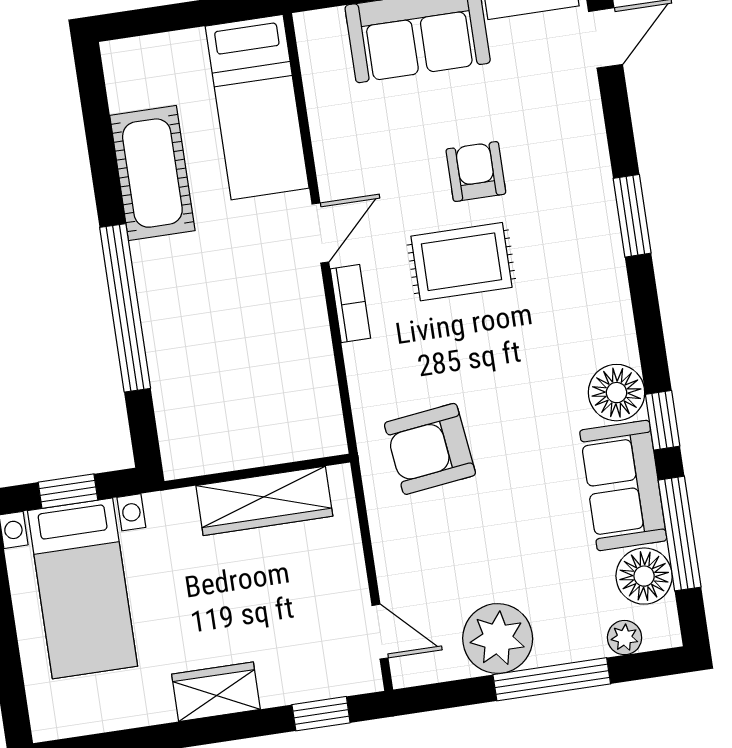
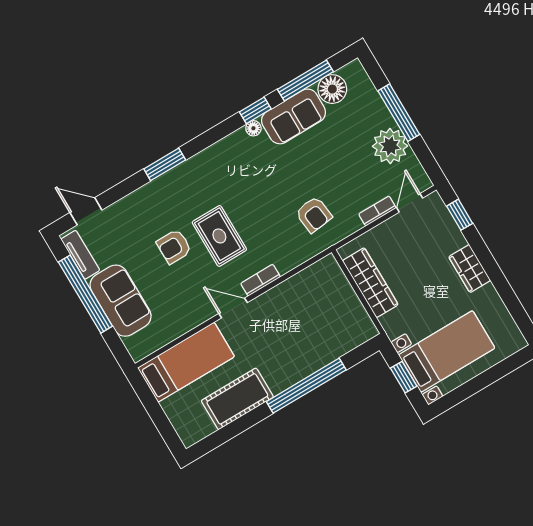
floor lamp: (617, 393) -> (253, 128), width x0.53, depth x0.53
armchair: (430, 449) -> (314, 215), width x0.72, depth x0.72
bookcase: (389, 567) -> (377, 211), added
plant: (625, 638) -> (365, 86), removed

